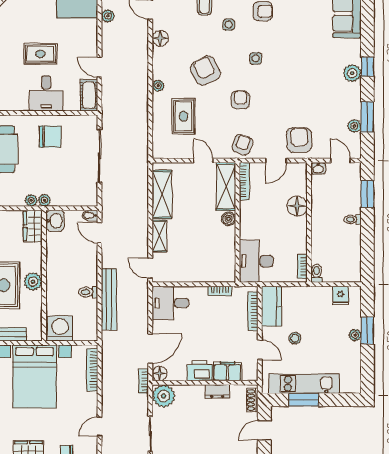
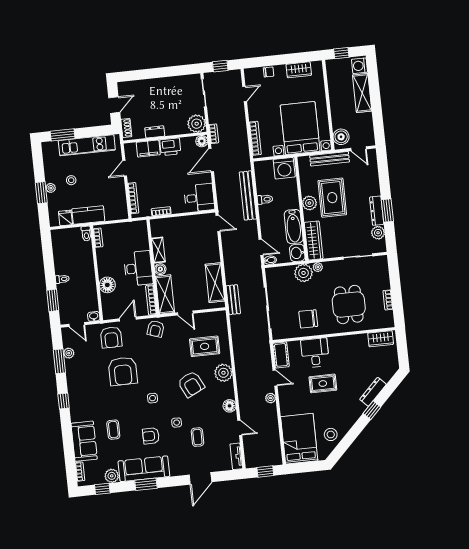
plant: (108, 16) -> (271, 398), moved
coffee table: (309, 24) -> (113, 430), added
plant: (352, 73) -> (75, 395), removed
plant: (158, 86) -> (223, 373), width x1.87, depth x1.87
armchair: (240, 100) -> (123, 371), moved, width x1.88, depth x1.88
rug: (183, 116) -> (205, 346), turned 90
bench: (141, 171) -> (233, 300), added
plant: (44, 200) -> (304, 273), width x1.88, depth x1.88
wardrobe: (33, 226) -> (314, 241), width x1.50
shelving: (159, 236) -> (158, 250), moved
bathtub: (56, 254) -> (294, 227), added
desk: (256, 261) -> (138, 268), moved
kitchen counter: (272, 306) -> (88, 215), moved, turned 90
stool: (295, 338) -> (71, 180), moved
door: (260, 350) -> (125, 168), hinge flipped
window: (304, 400) -> (63, 135), moved

